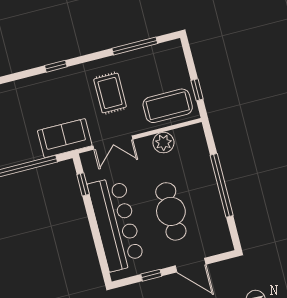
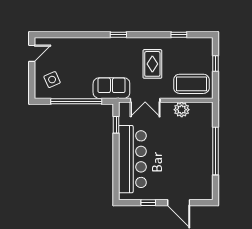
window: (135, 46) -> (179, 35), width x0.46
window: (197, 90) -> (216, 64), moved
cafe table: (171, 211) -> (174, 160), removed

